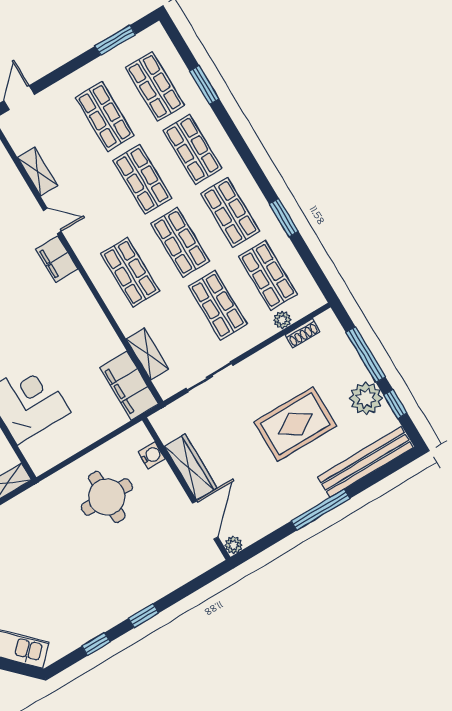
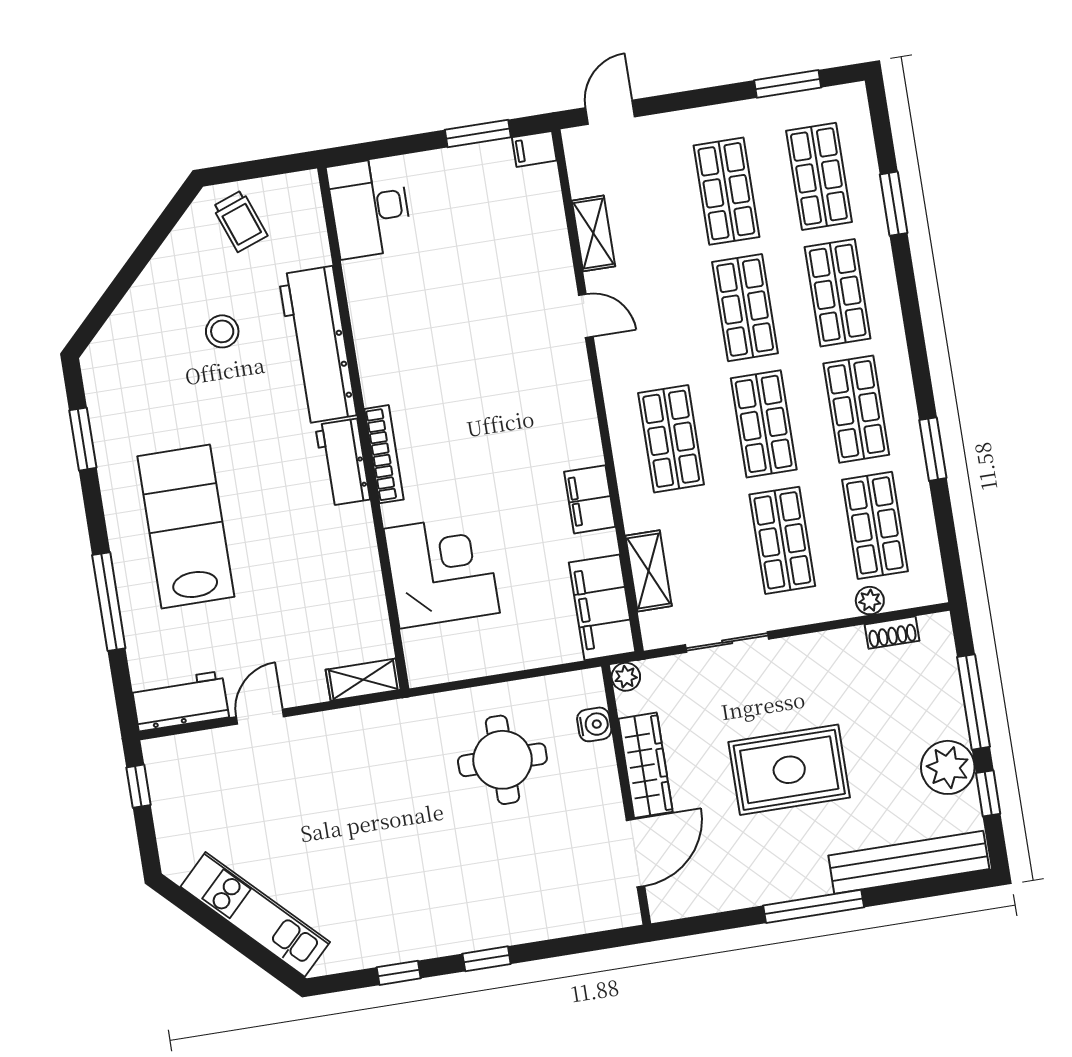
filing cabinet: (57, 259) -> (590, 499), moved
rug: (295, 424) -> (789, 770), moved
plant: (233, 545) -> (626, 677), moved

